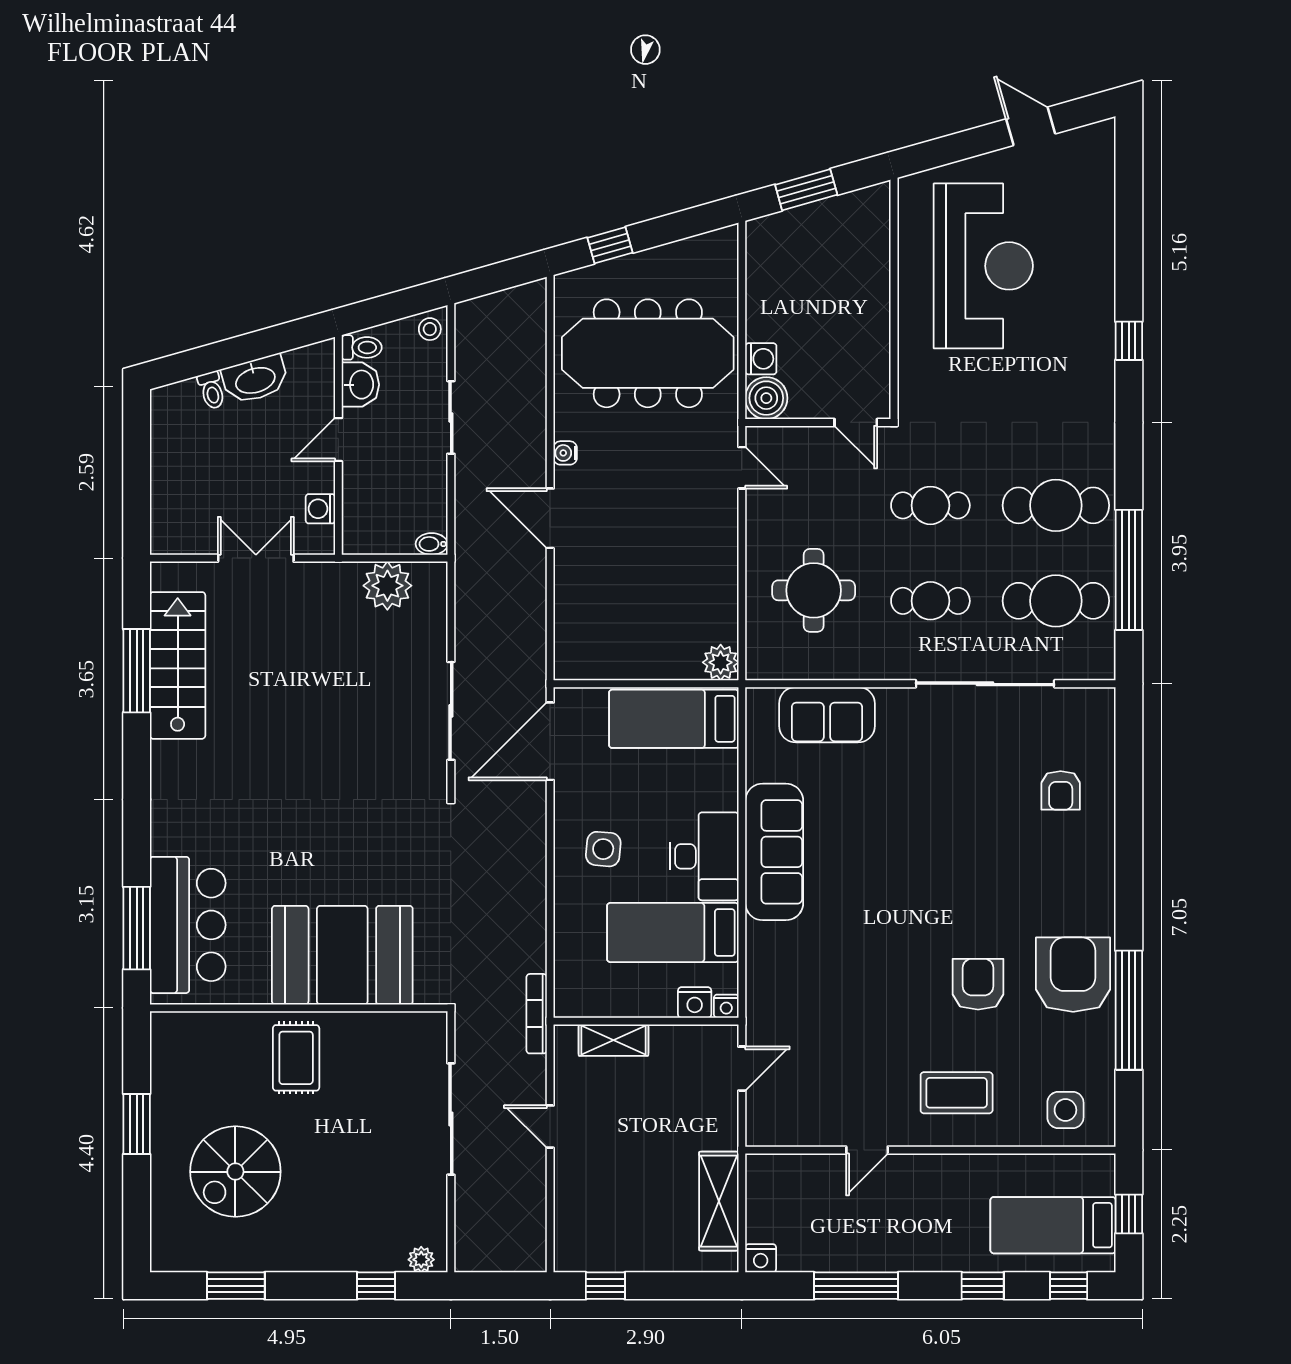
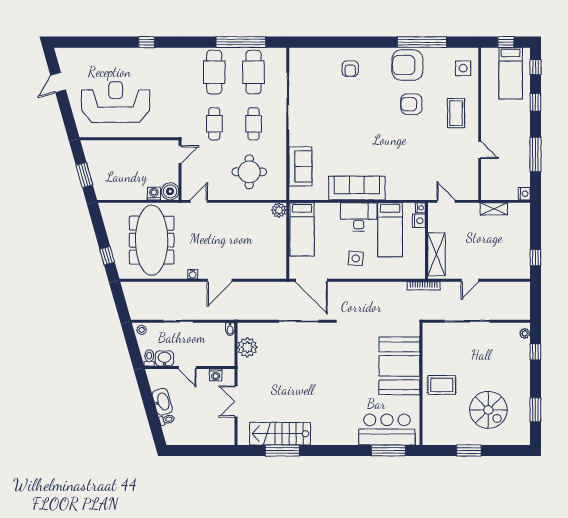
armchair: (1061, 790) -> (350, 69), moved, turned 90
shelving: (613, 1040) -> (437, 254), width x1.50, depth x1.33
shelving: (719, 1201) -> (494, 209), width x0.67, depth x0.75

